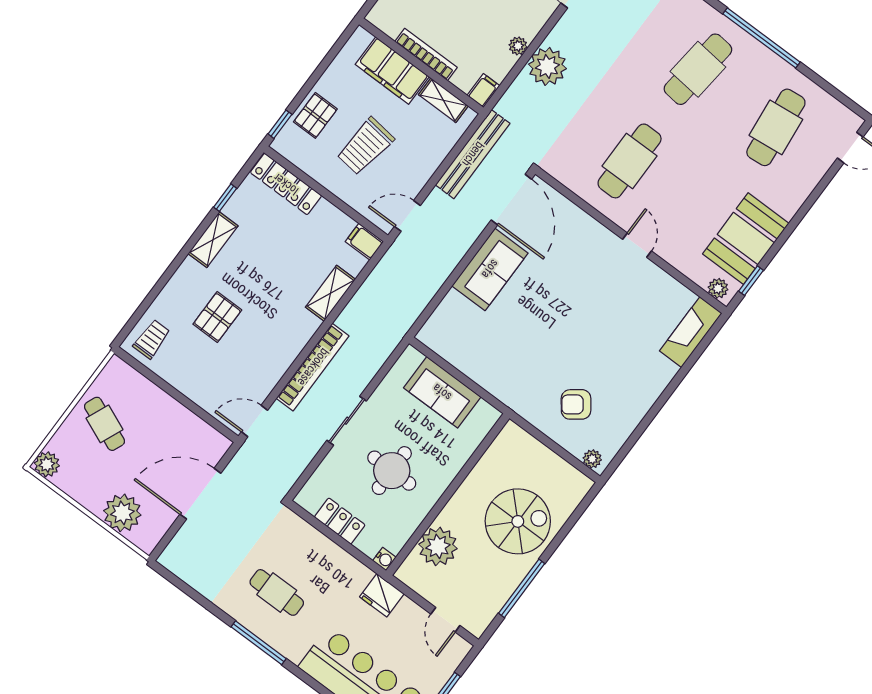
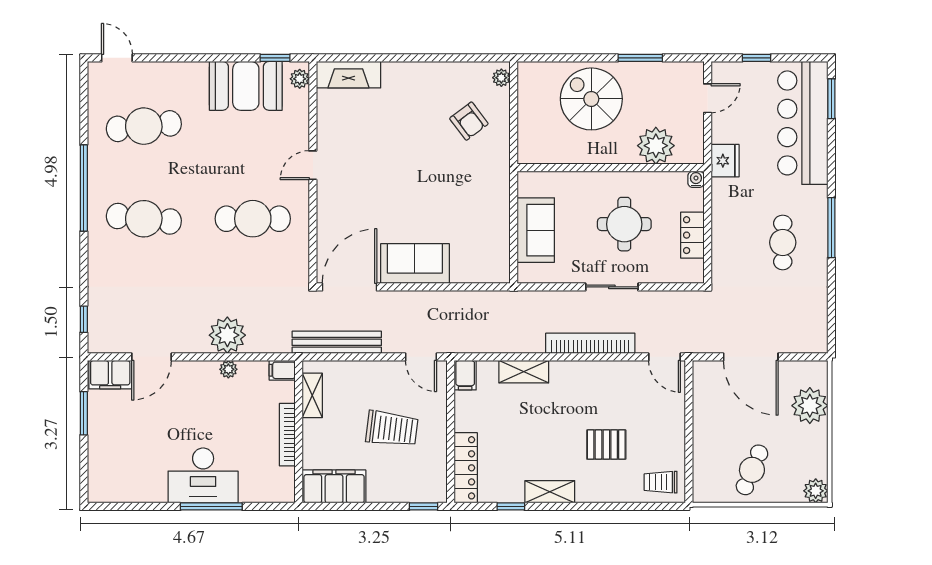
filing cabinet: (392, 71) -> (334, 486), moved, turned -90
pallet: (315, 115) -> (397, 484), removed
window: (522, 588) -> (640, 58), width x0.69

